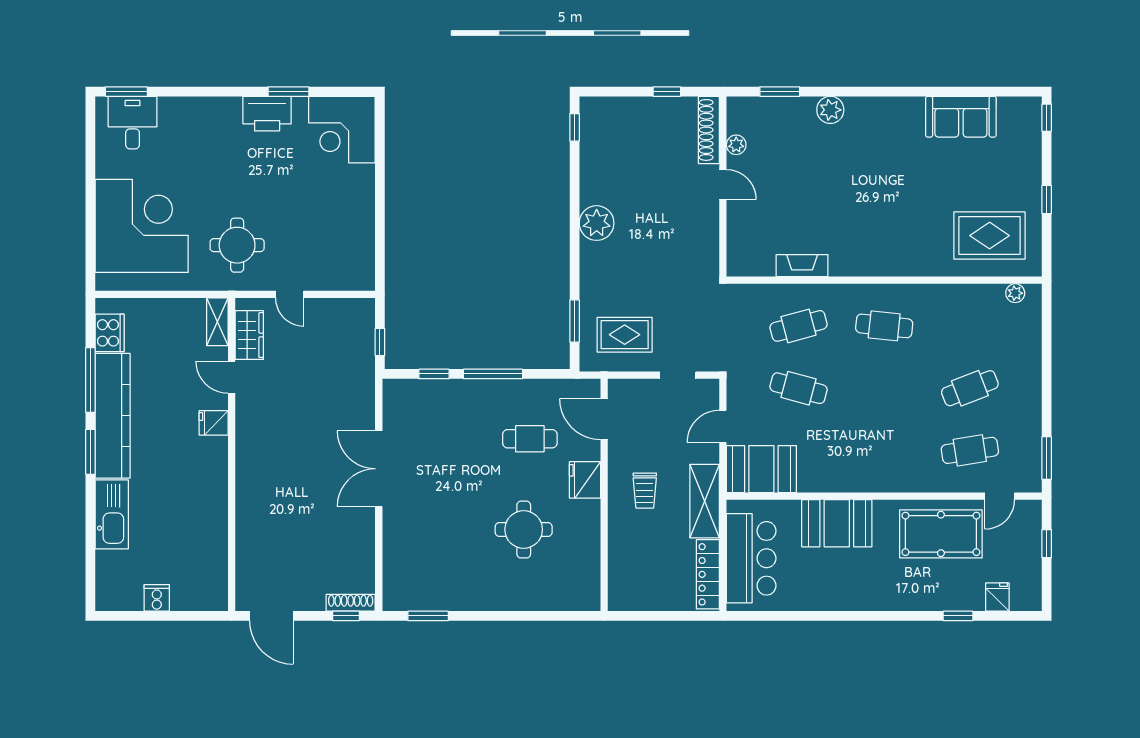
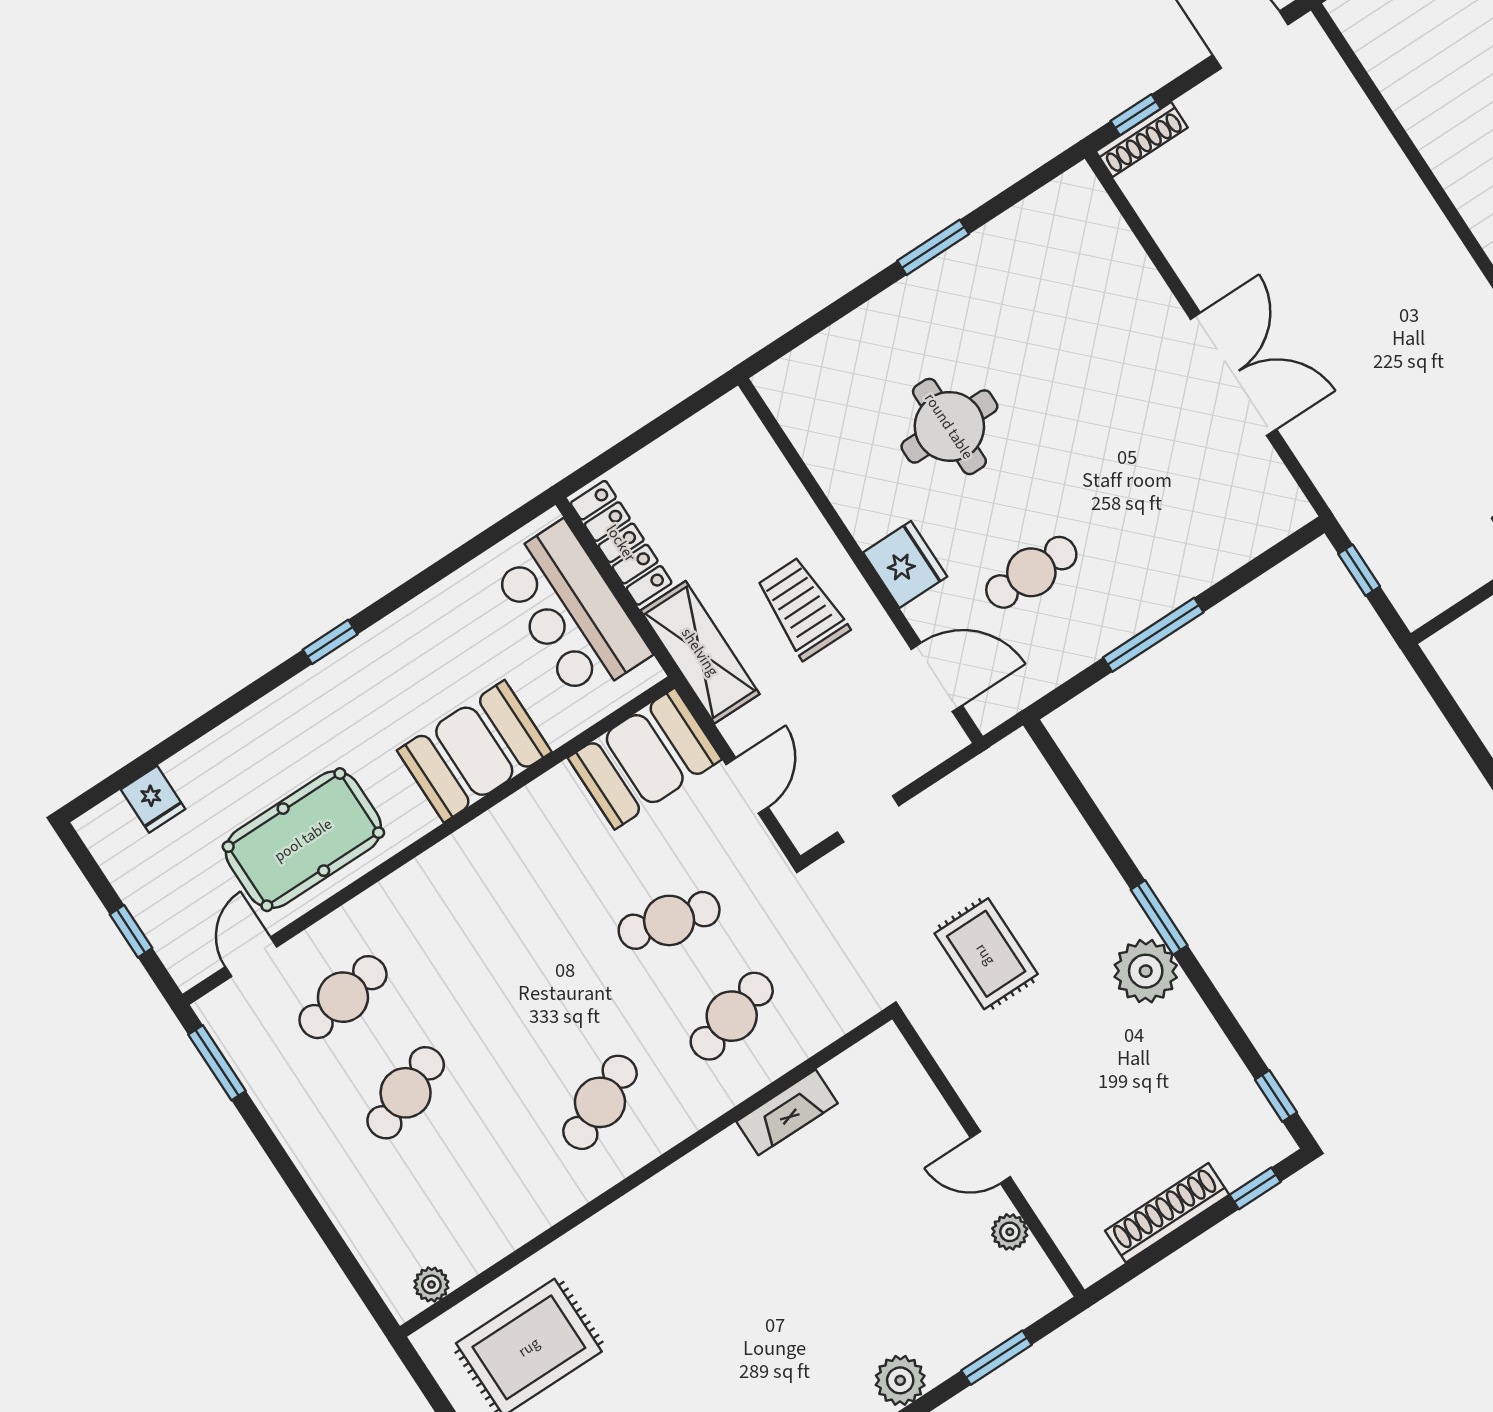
window: (667, 92) -> (1255, 1188), moved
shoe rack: (709, 130) -> (1167, 1213), moved, turned -90
window: (575, 321) -> (1159, 917), moved
cafe table: (884, 326) -> (600, 1102), turned -30
rug: (625, 335) -> (986, 954), moved, turned 90
window: (434, 374) -> (1244, 576), removed
trolley: (645, 491) -> (802, 608), width x1.36, depth x1.39
window: (428, 616) -> (933, 247), moved
window: (958, 616) -> (330, 642), moved

